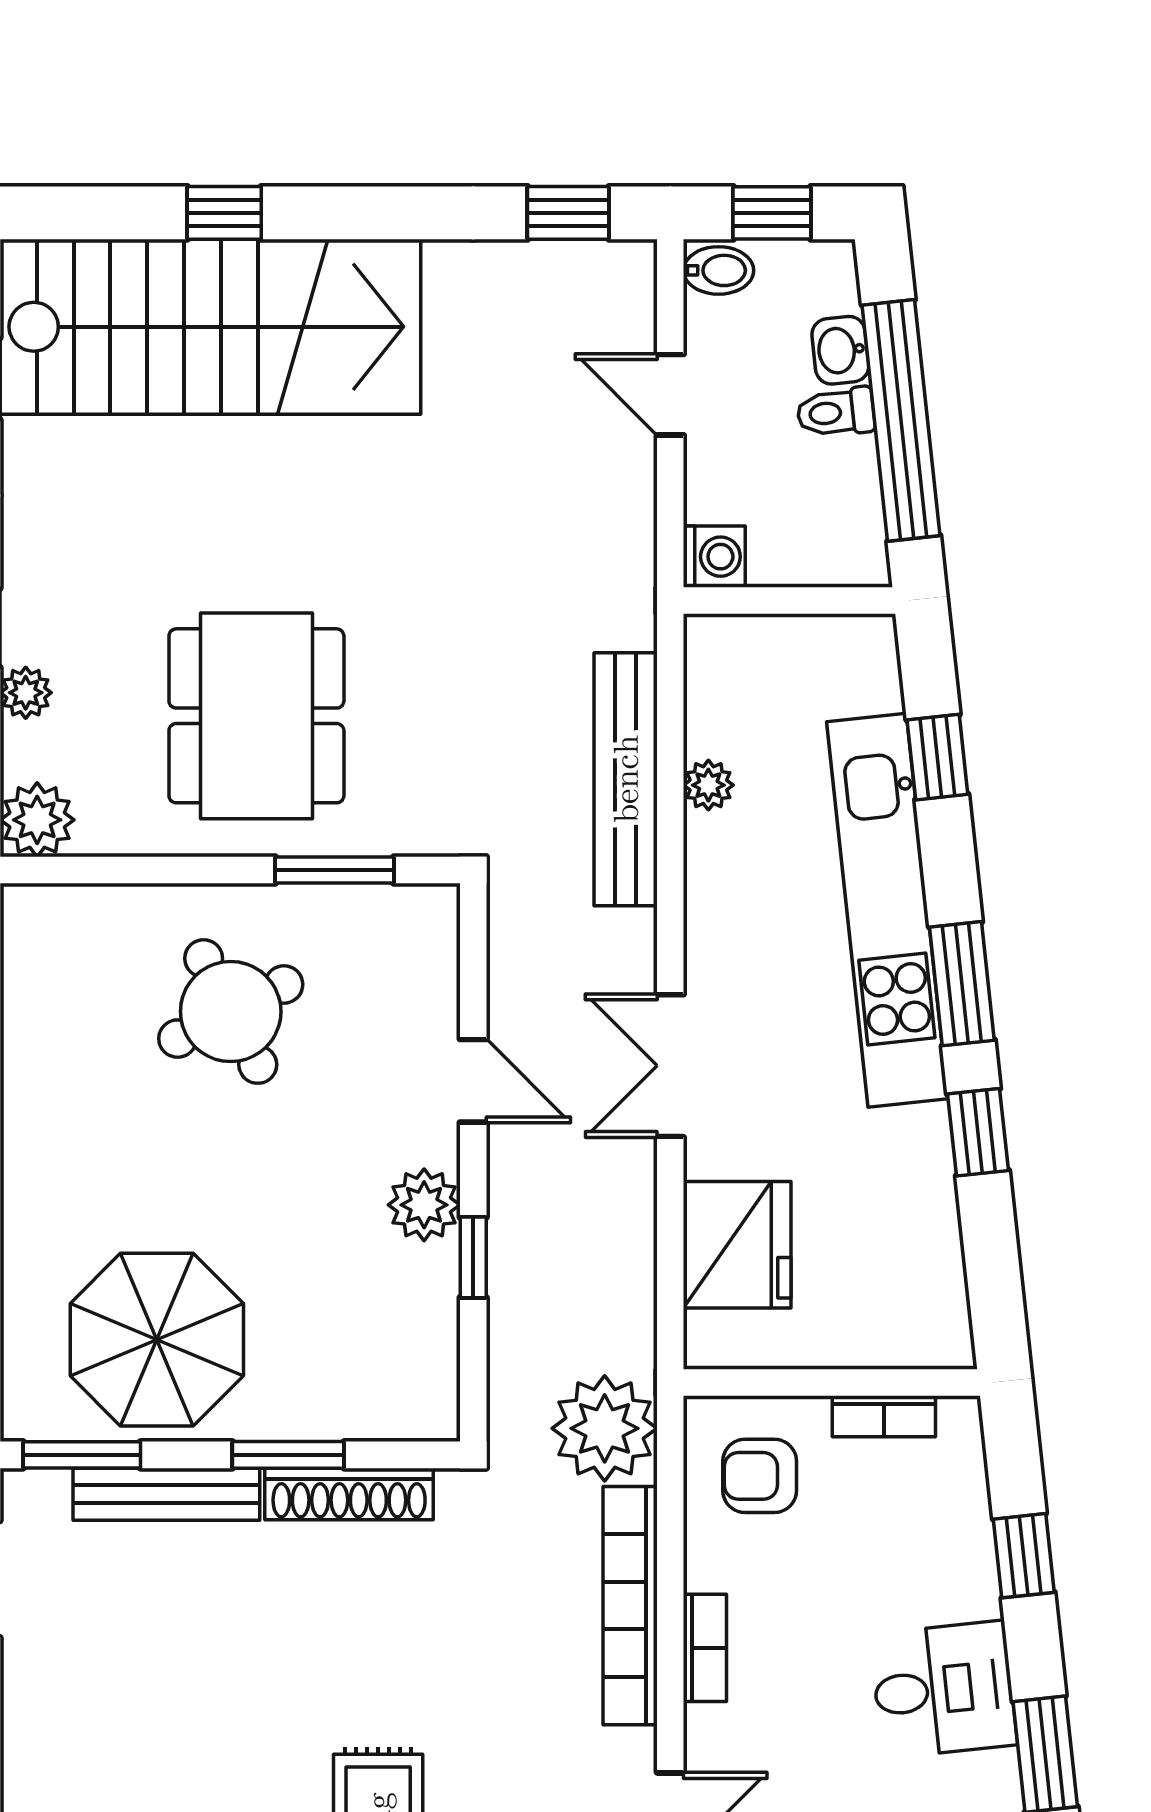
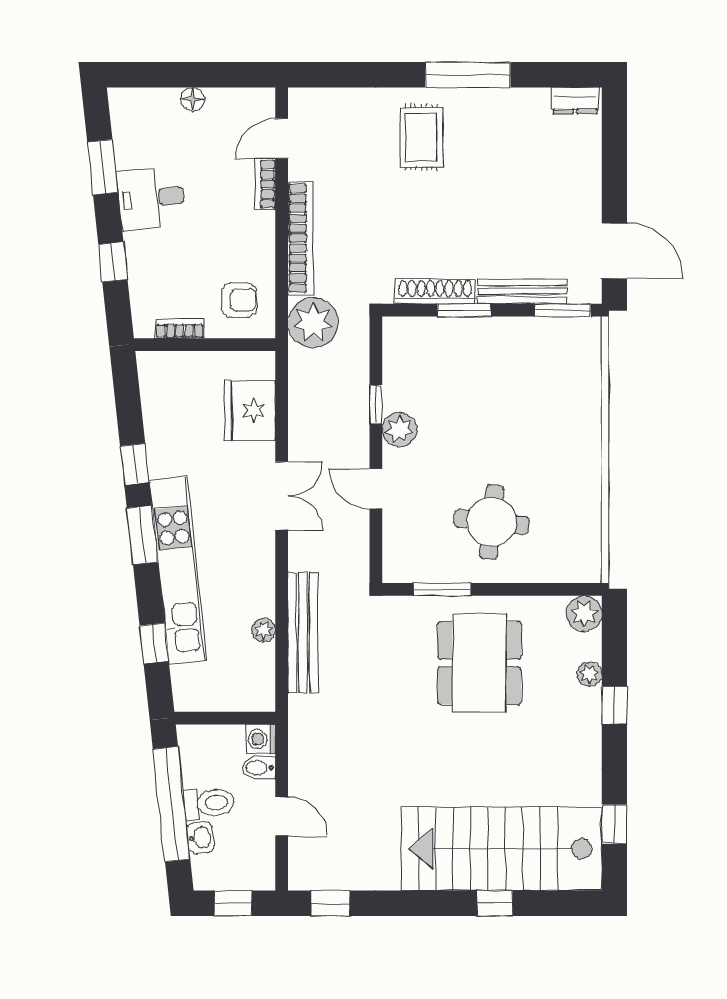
bidet: (719, 270) -> (259, 768), moved
toilet: (836, 412) -> (209, 803), width x1.37, depth x1.39
round table: (231, 1012) -> (492, 522), turned 33
parasol: (157, 1340) -> (527, 365), removed
bookcase: (705, 1648) -> (265, 184), moved

